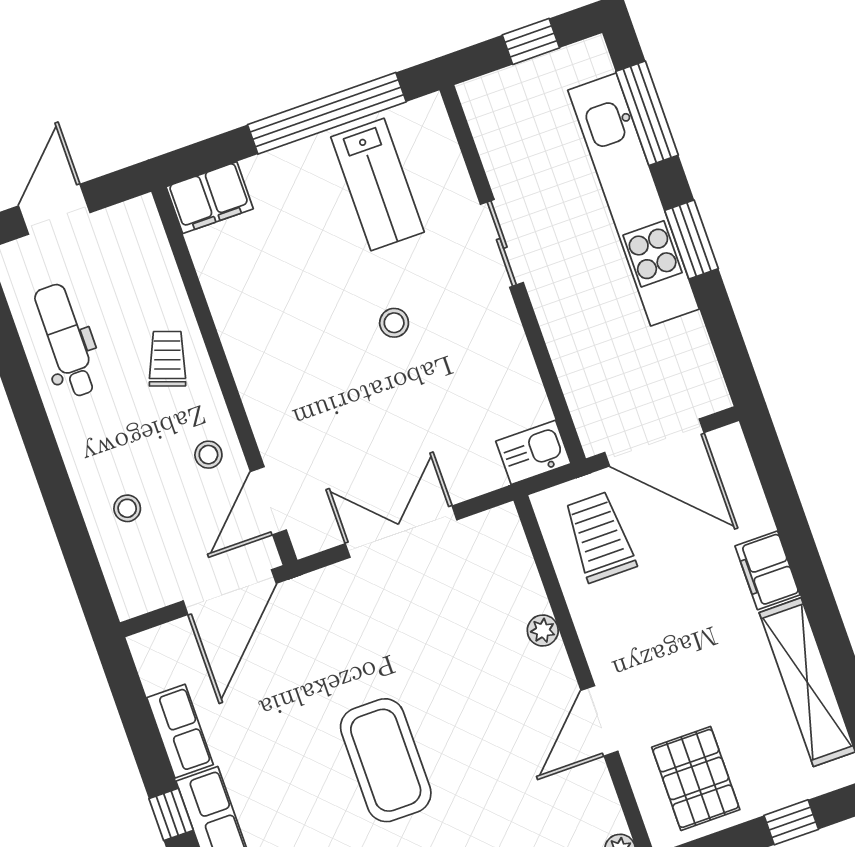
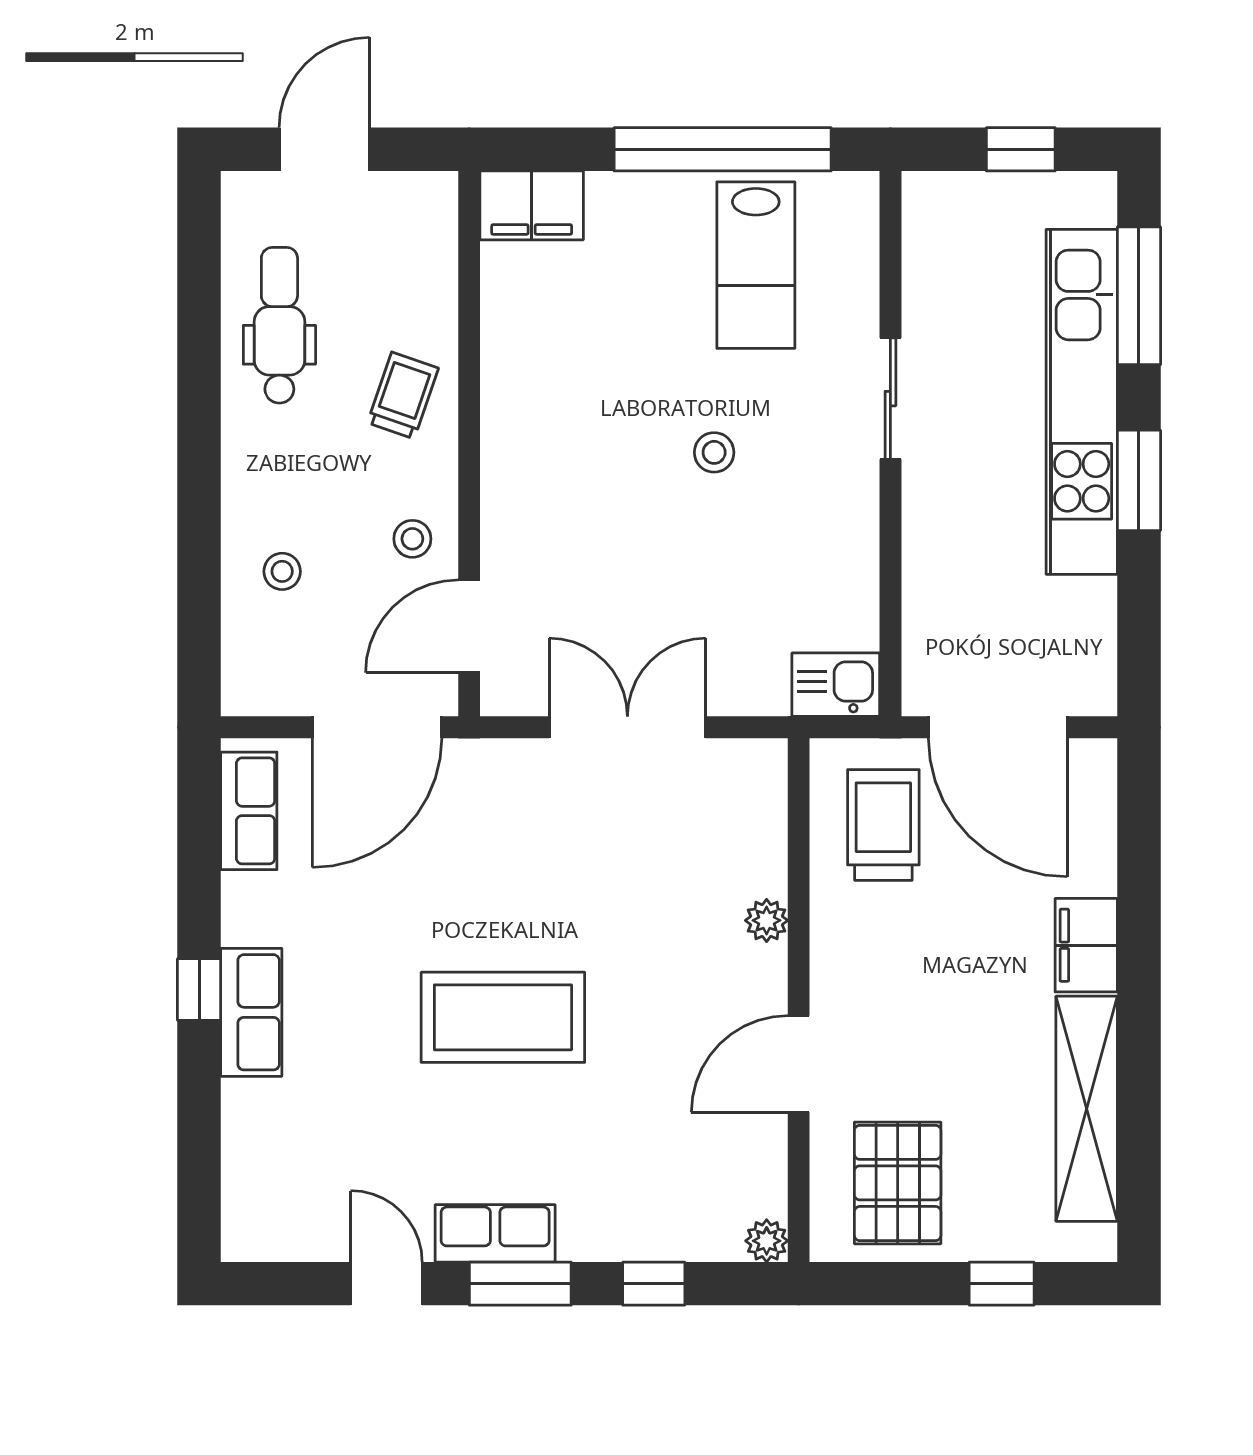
row of seats: (180, 731) -> (249, 811), moved
coffee table: (386, 760) -> (503, 1017), turned 90

